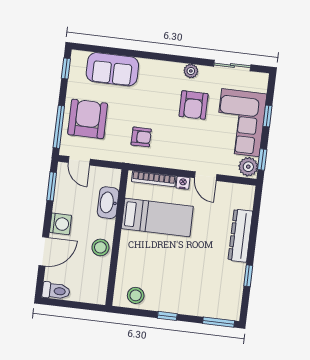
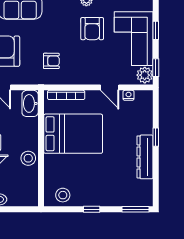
nightstand: (183, 183) -> (129, 95), moved
washbasin: (108, 203) -> (30, 103), moved
bed: (157, 217) -> (73, 134), width x1.50
dresser: (240, 236) -> (145, 157), moved
window: (248, 276) -> (156, 137), moved

